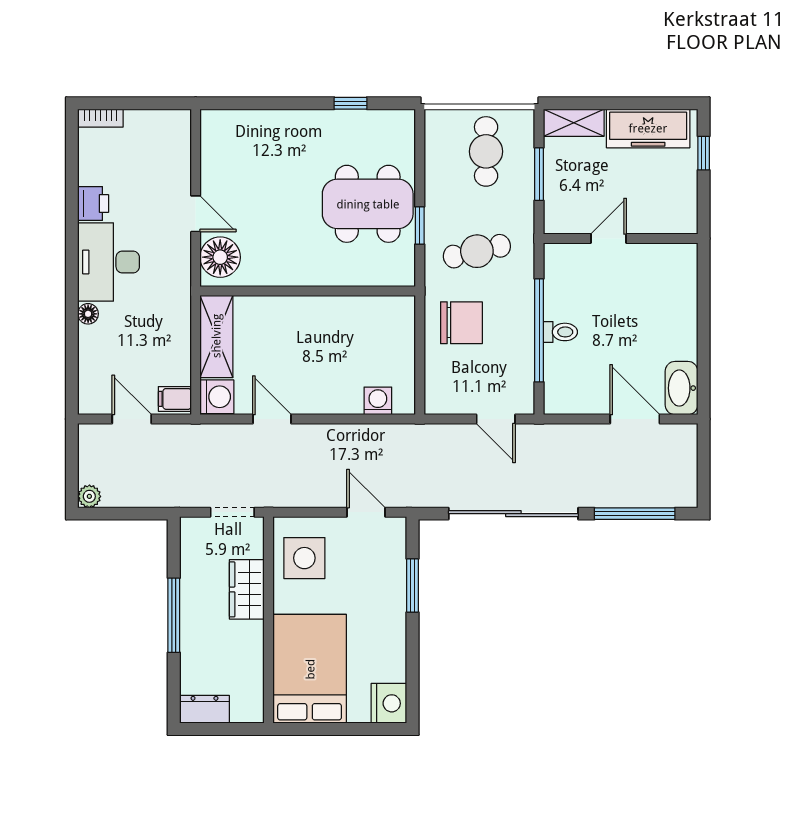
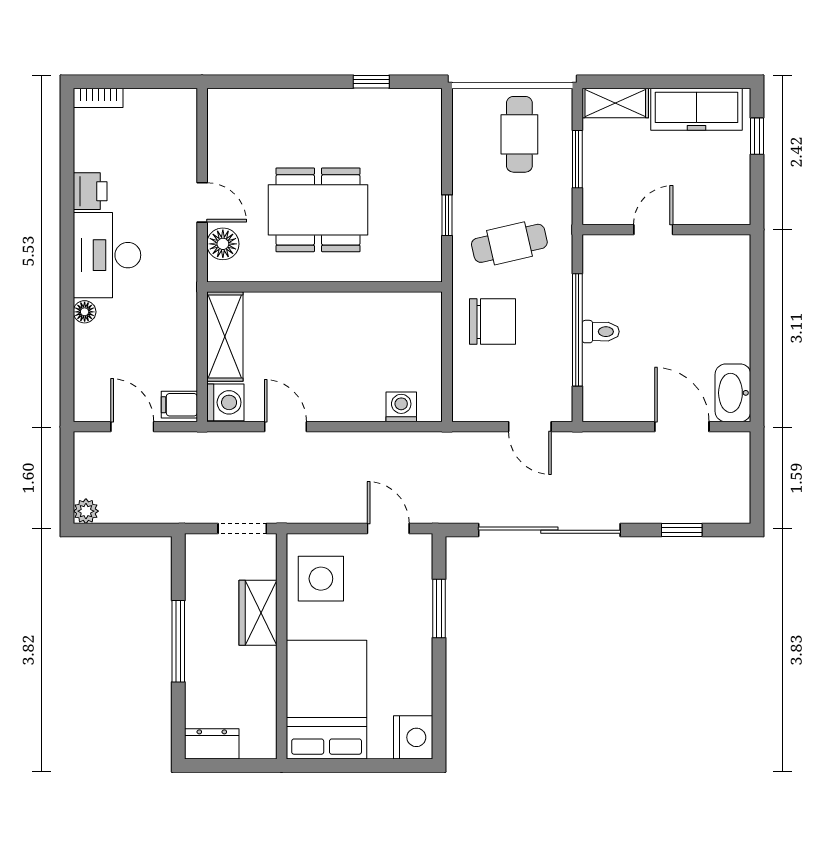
dining table: (368, 204) -> (318, 210), moved
floor lamp: (220, 257) -> (223, 244), width x0.73, depth x0.73
window: (635, 514) -> (682, 530), width x0.46

